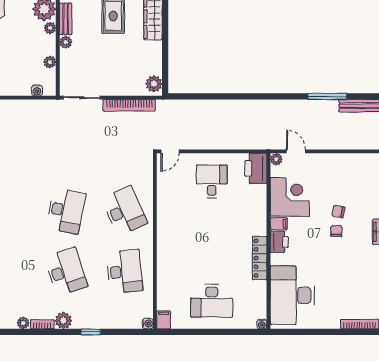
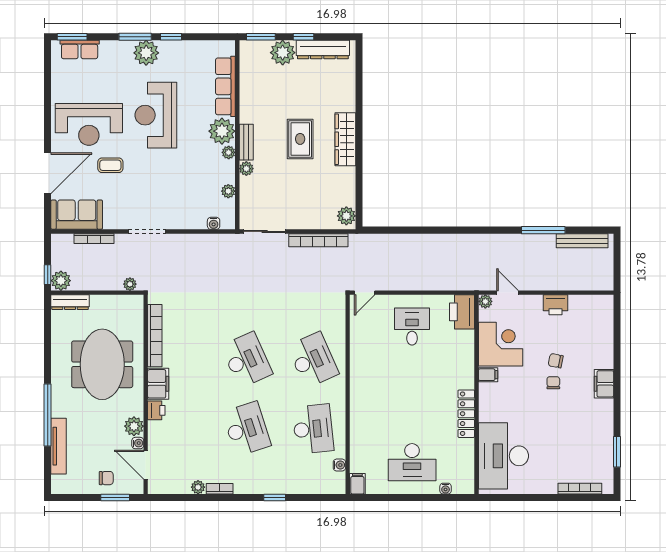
desk: (66, 211) -> (247, 360), turned -36
printer: (279, 242) -> (556, 305), moved, turned 90
plant: (63, 321) -> (244, 485), removed
water cooler: (148, 324) -> (339, 465), moved
water cooler: (262, 324) -> (446, 489), moved

